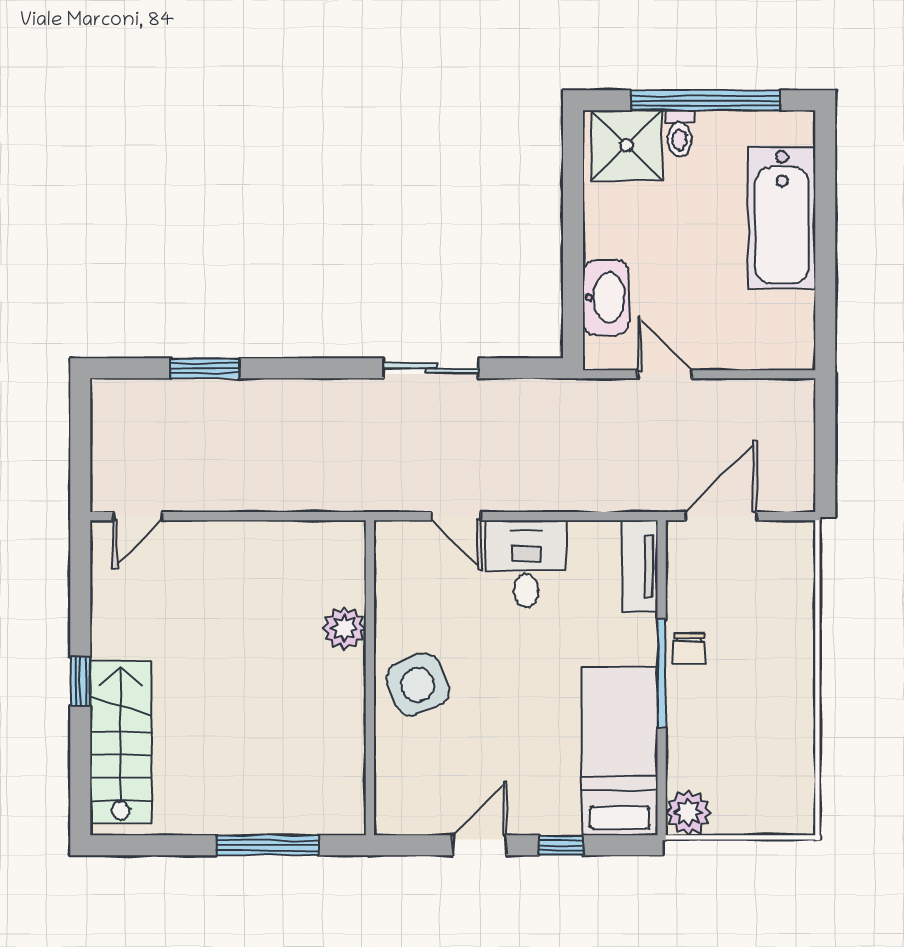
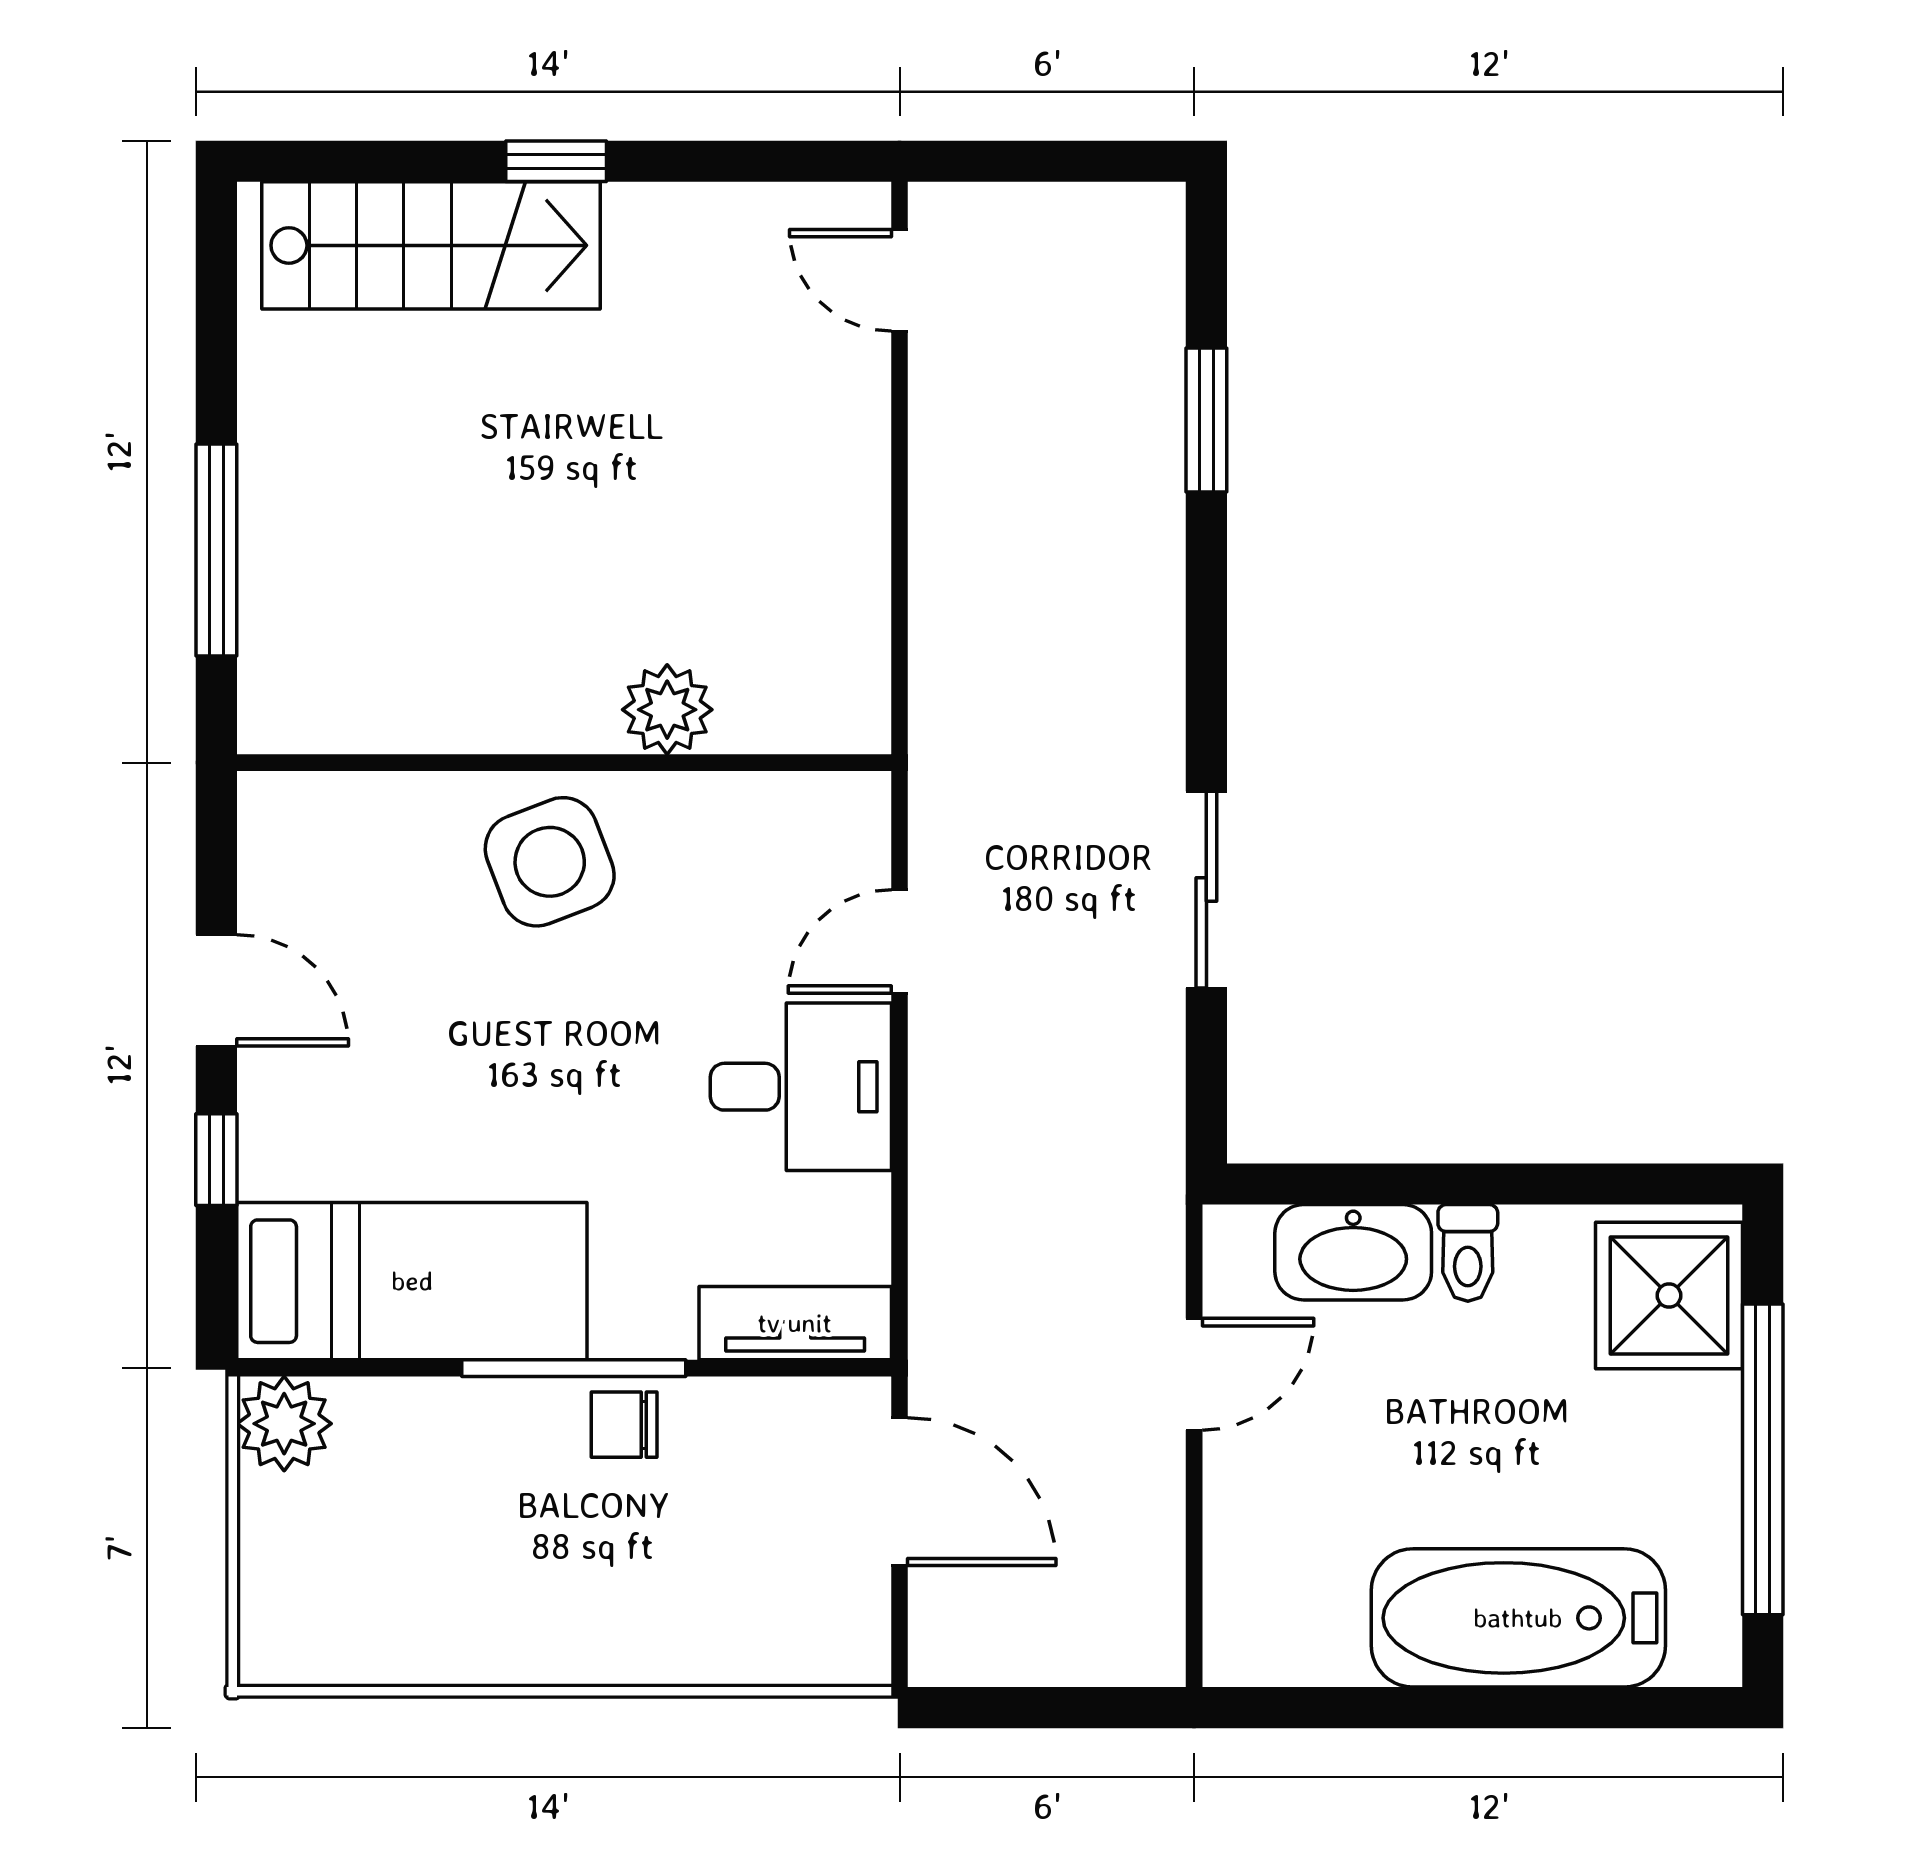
toilet: (679, 133) -> (1468, 1253), moved, turned -90

